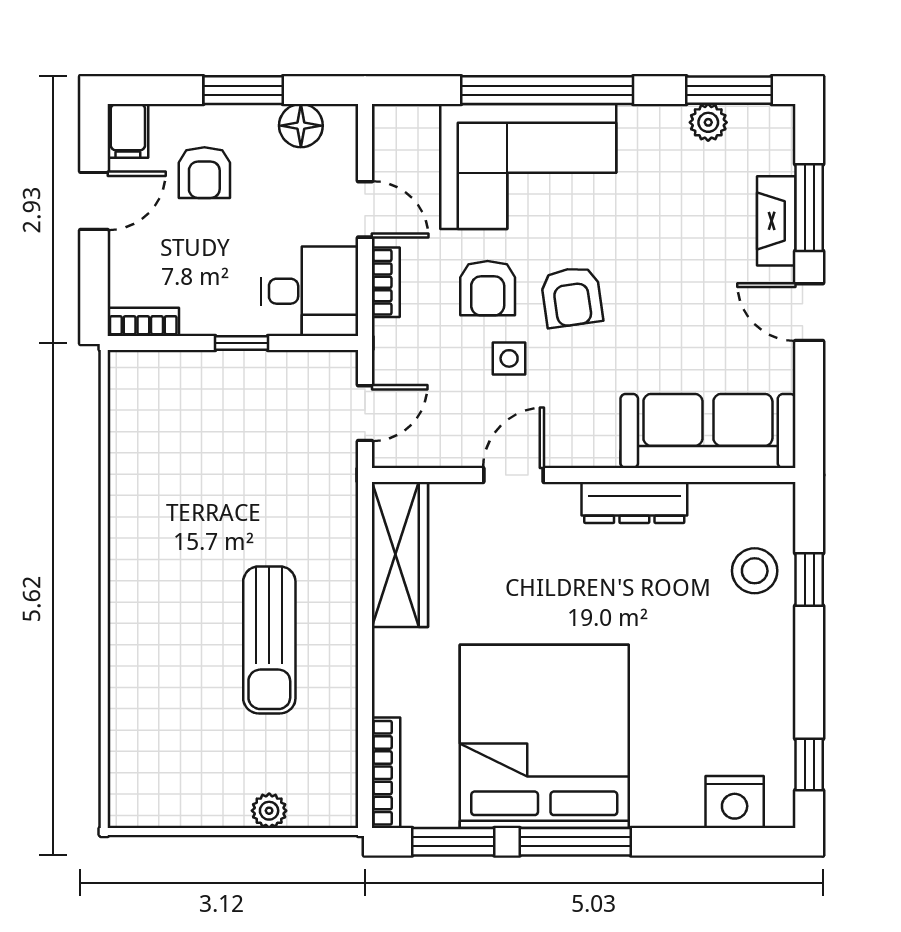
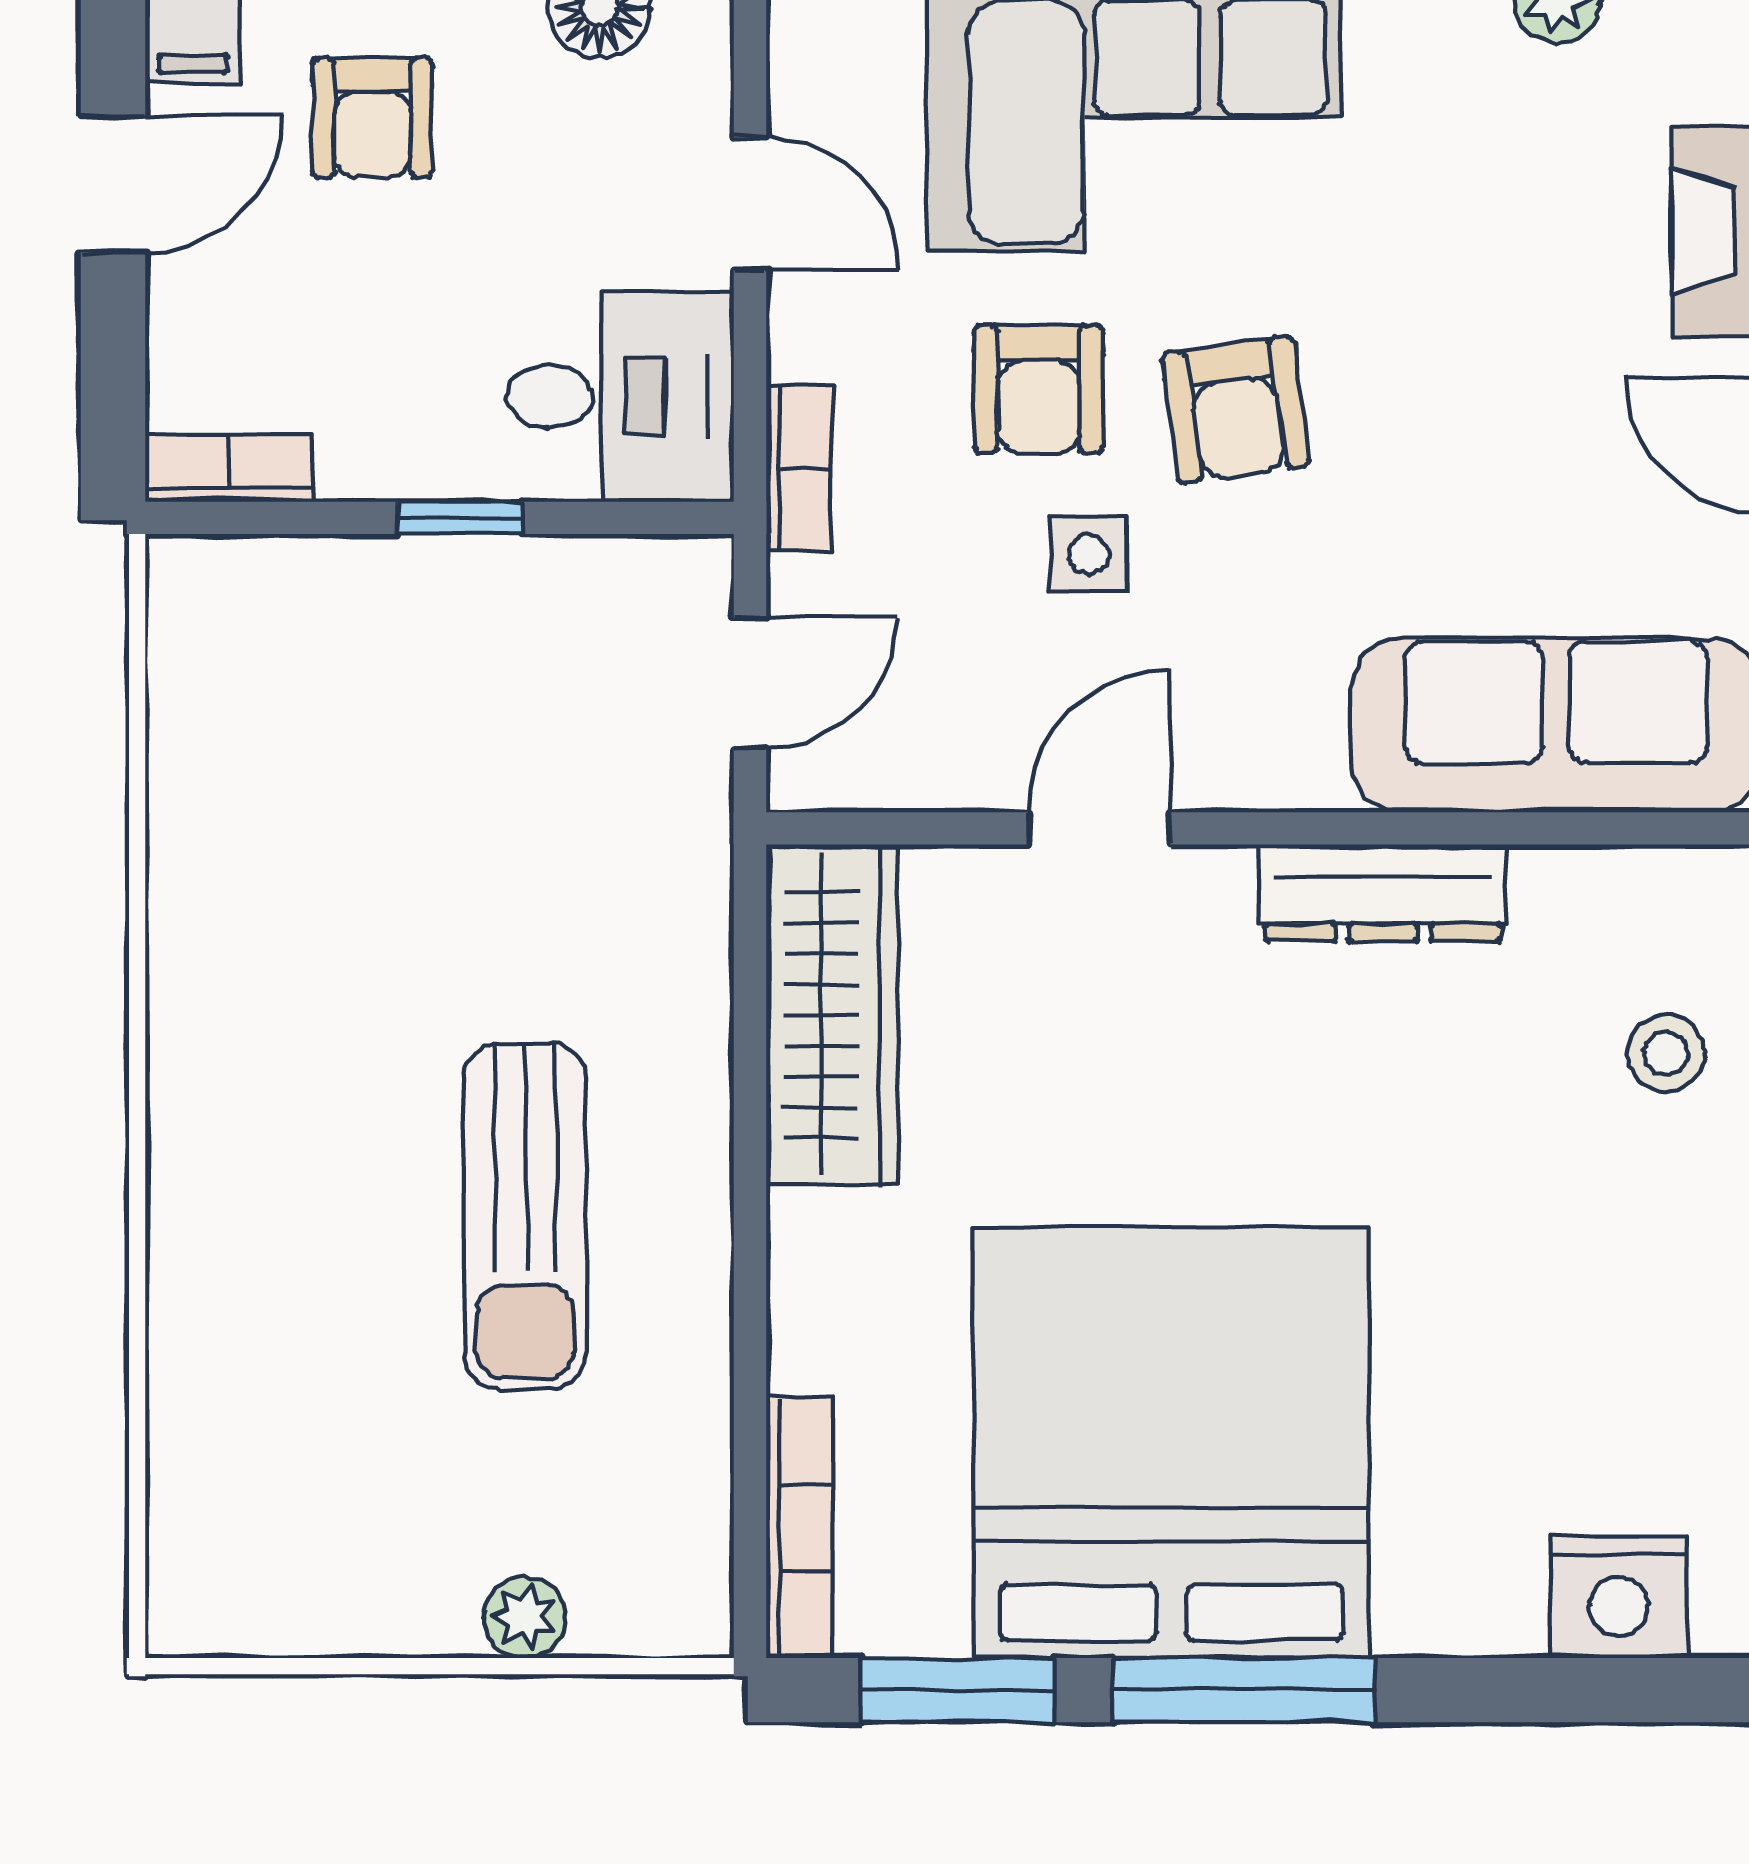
bookcase: (386, 282) -> (799, 468), moved
stool: (755, 571) -> (1666, 1053), width x0.73, depth x0.73

